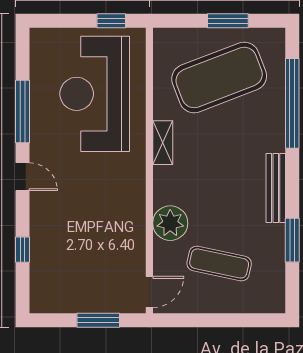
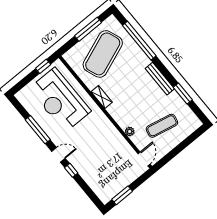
window: (228, 21) -> (88, 29), width x1.44
plant: (170, 223) -> (130, 131), width x0.53, depth x0.53
window: (22, 250) -> (71, 170), moved
window: (98, 320) -> (122, 195), moved

